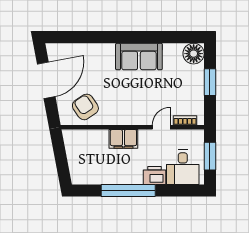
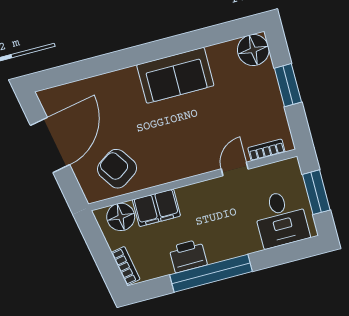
floor lamp: (80, 139) -> (121, 217), added
filing cabinet: (123, 139) -> (156, 208), moved
bookcase: (74, 171) -> (126, 266), added
printer: (154, 175) -> (188, 256), moved

